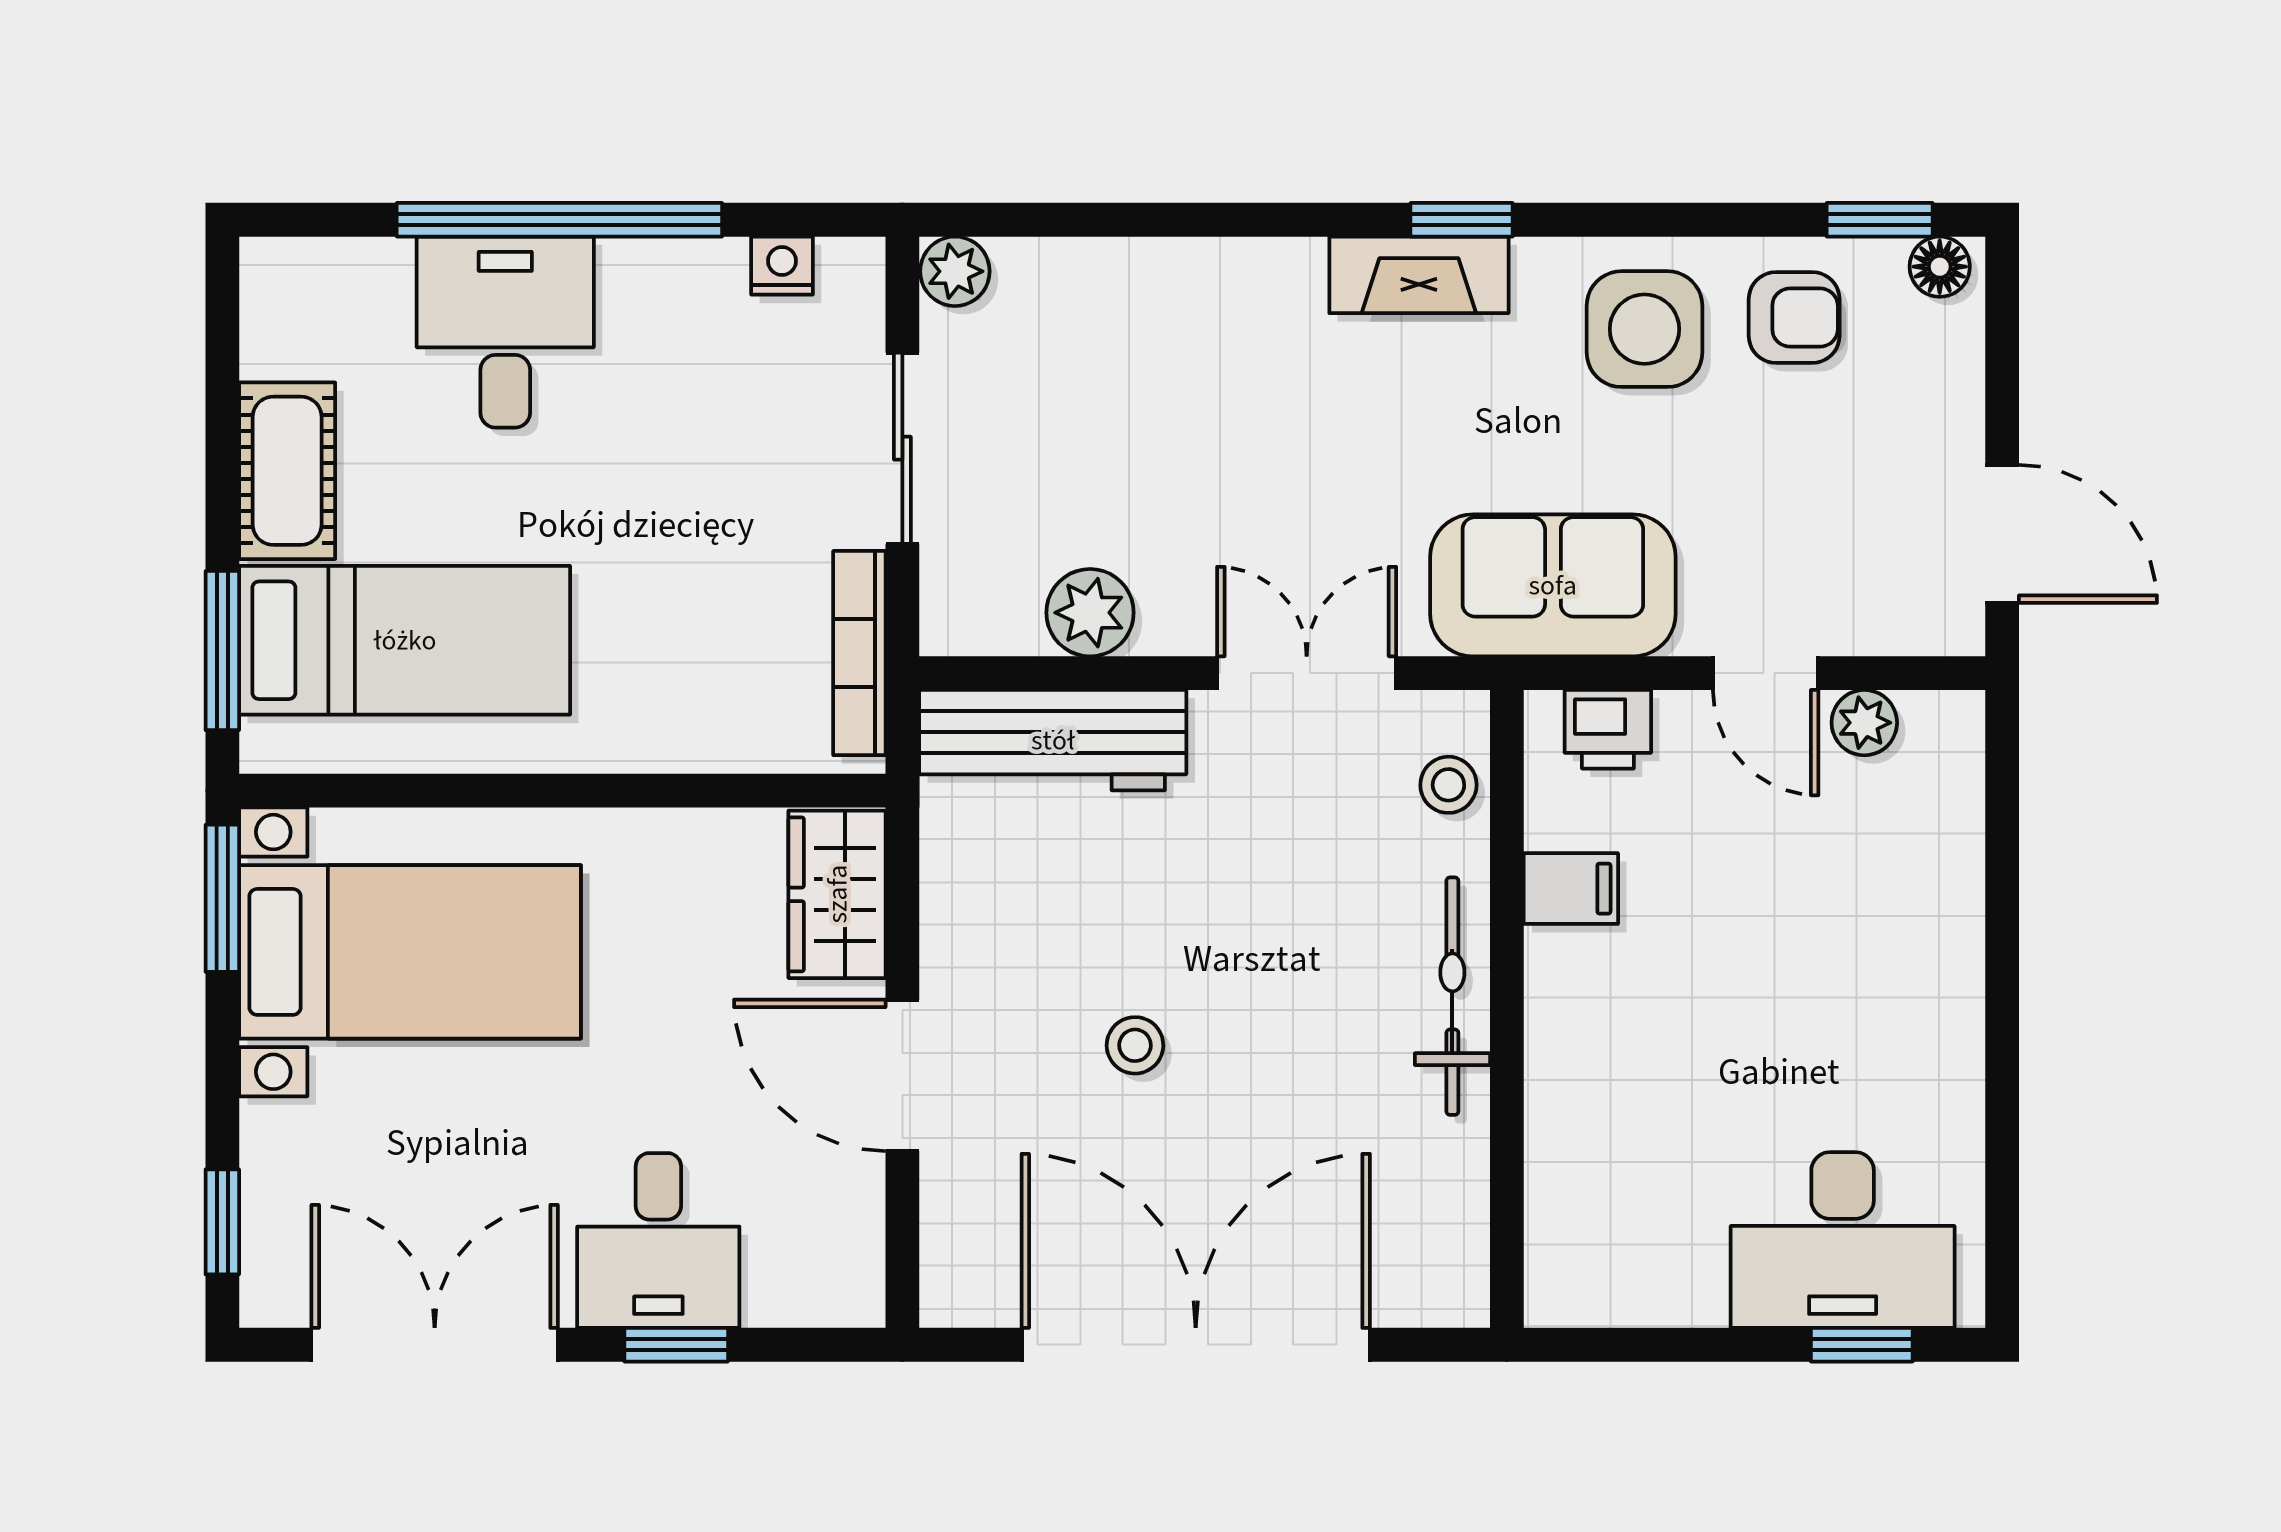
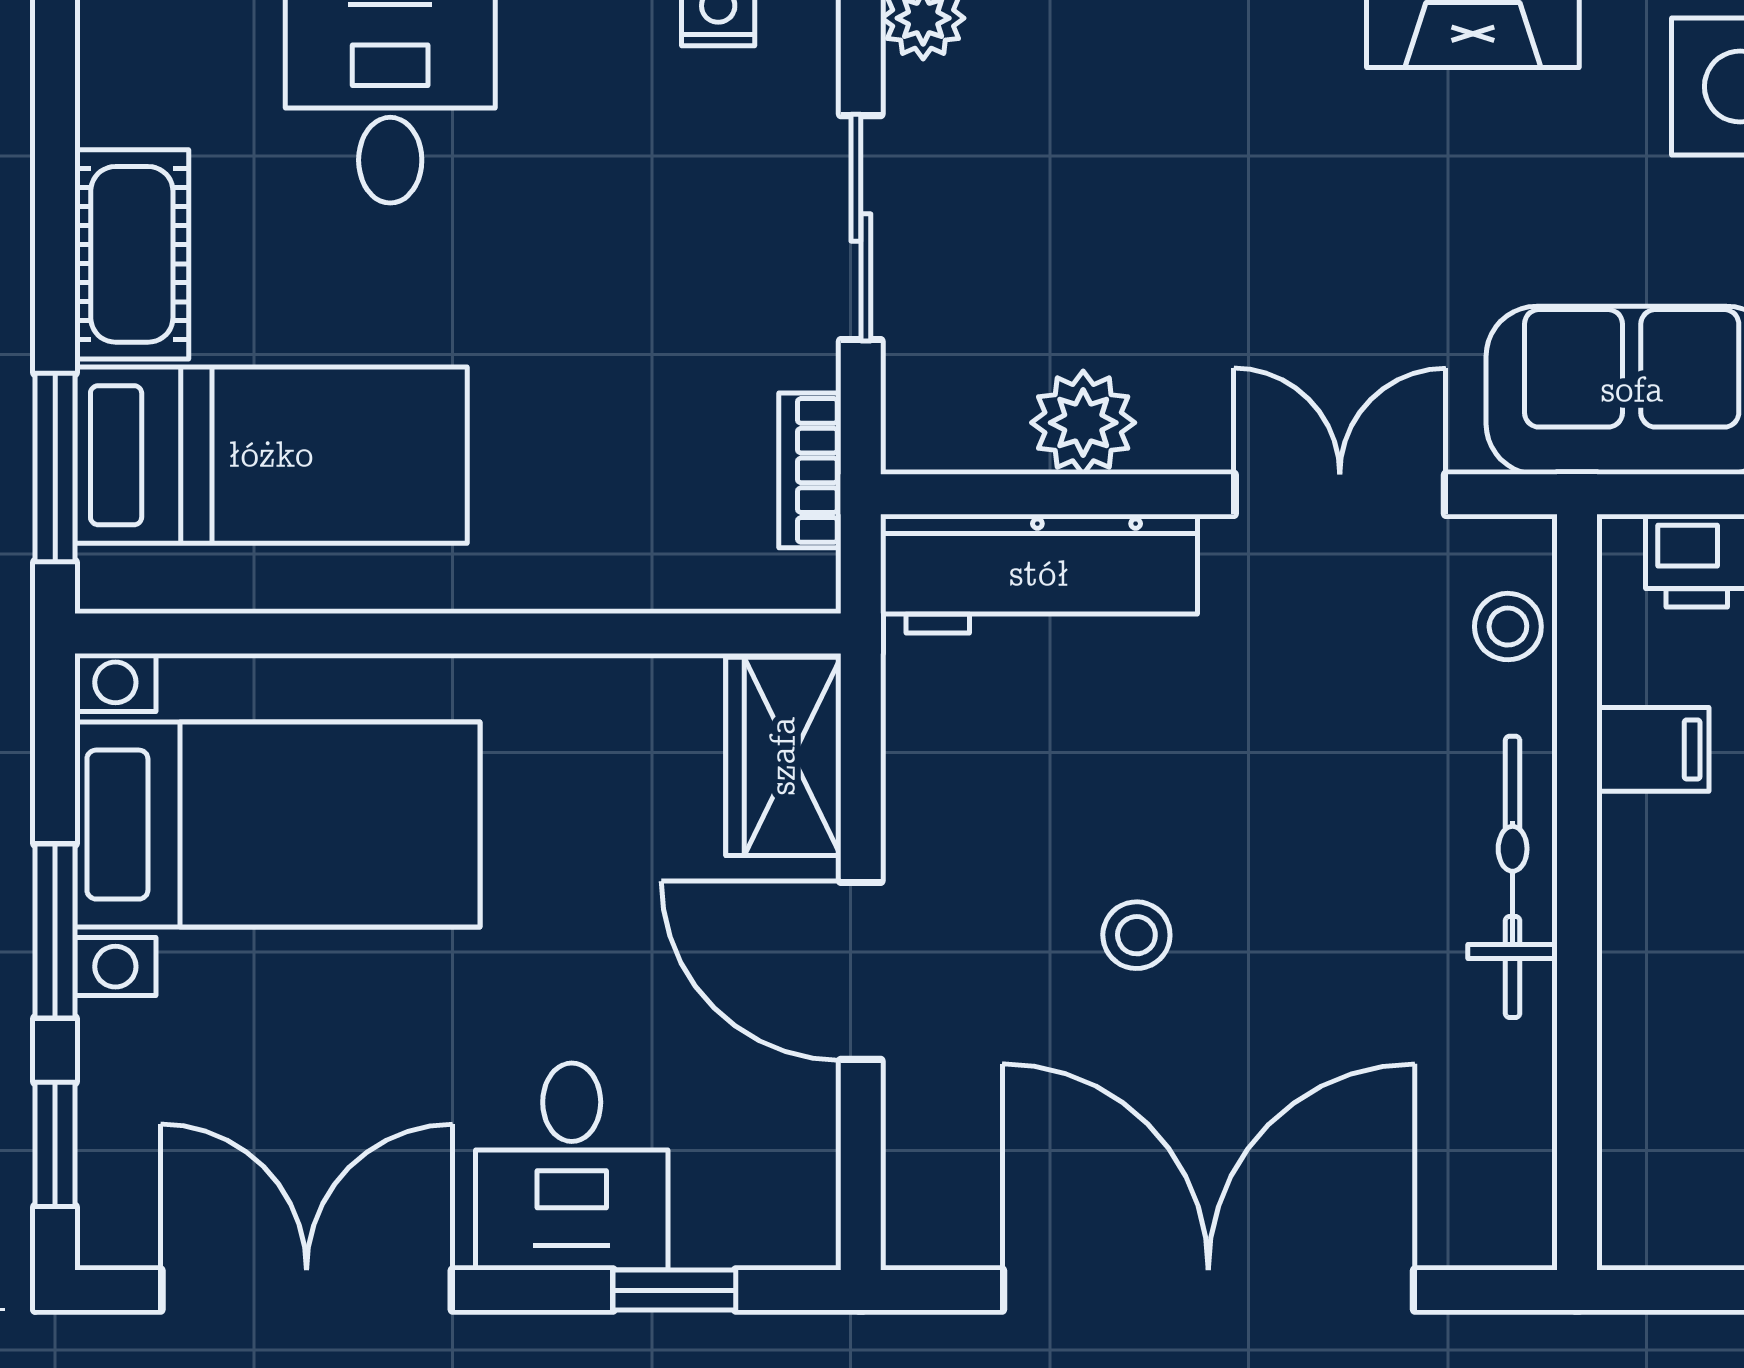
bookcase: (859, 653) -> (810, 470), width x0.64
window: (222, 898) -> (55, 931), moved
window: (676, 1345) -> (674, 1290), moved

